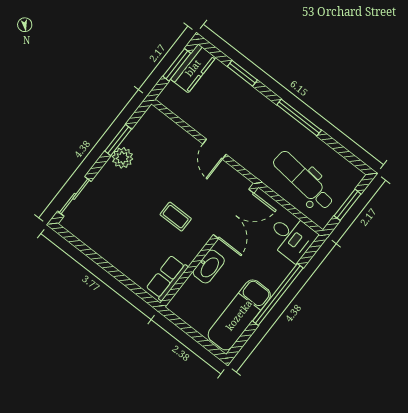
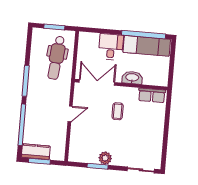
window: (242, 73) -> (22, 125), width x2.11
desk: (292, 237) -> (111, 47), moved
window: (278, 294) -> (144, 35), moved

